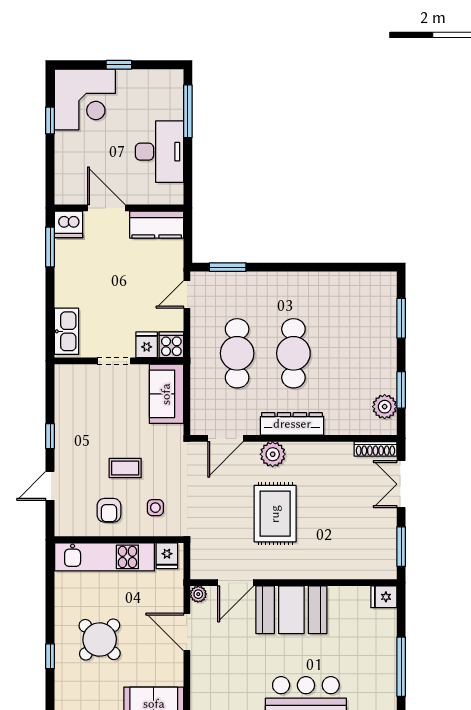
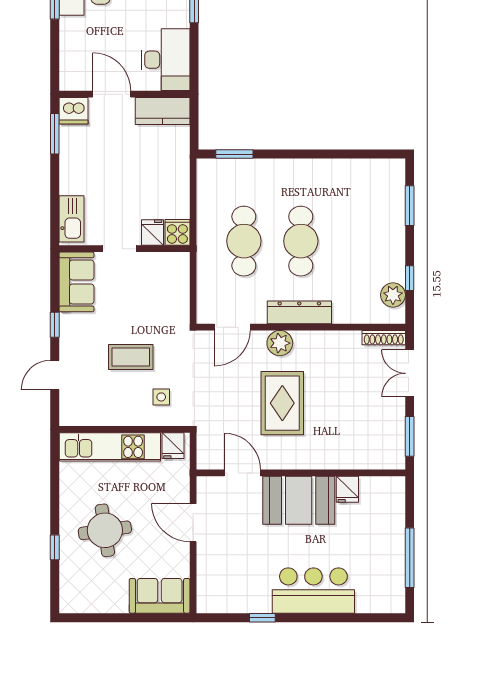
desk: (159, 152) -> (165, 60), moved
door: (187, 294) -> (193, 181), removed
window: (401, 390) -> (410, 278), width x0.67
sofa: (166, 394) -> (77, 282), moved, turned 180
coffee table: (125, 468) -> (131, 357), width x1.36, depth x1.30
armchair: (109, 510) -> (114, 400), removed
door: (236, 583) -> (242, 473), swing flipped
plant: (198, 594) -> (205, 484), removed
fridge: (384, 597) -> (347, 489), moved, turned -90
round table: (100, 640) -> (105, 530), turned 38

